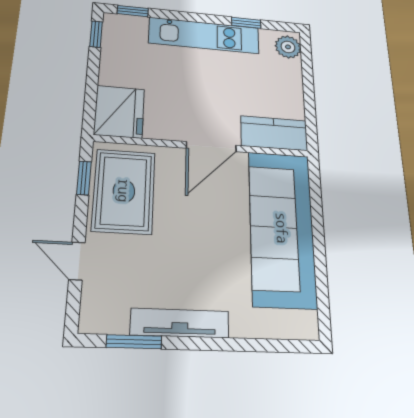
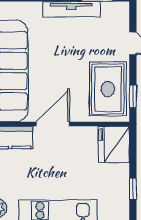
window: (96, 34) -> (133, 189), moved

